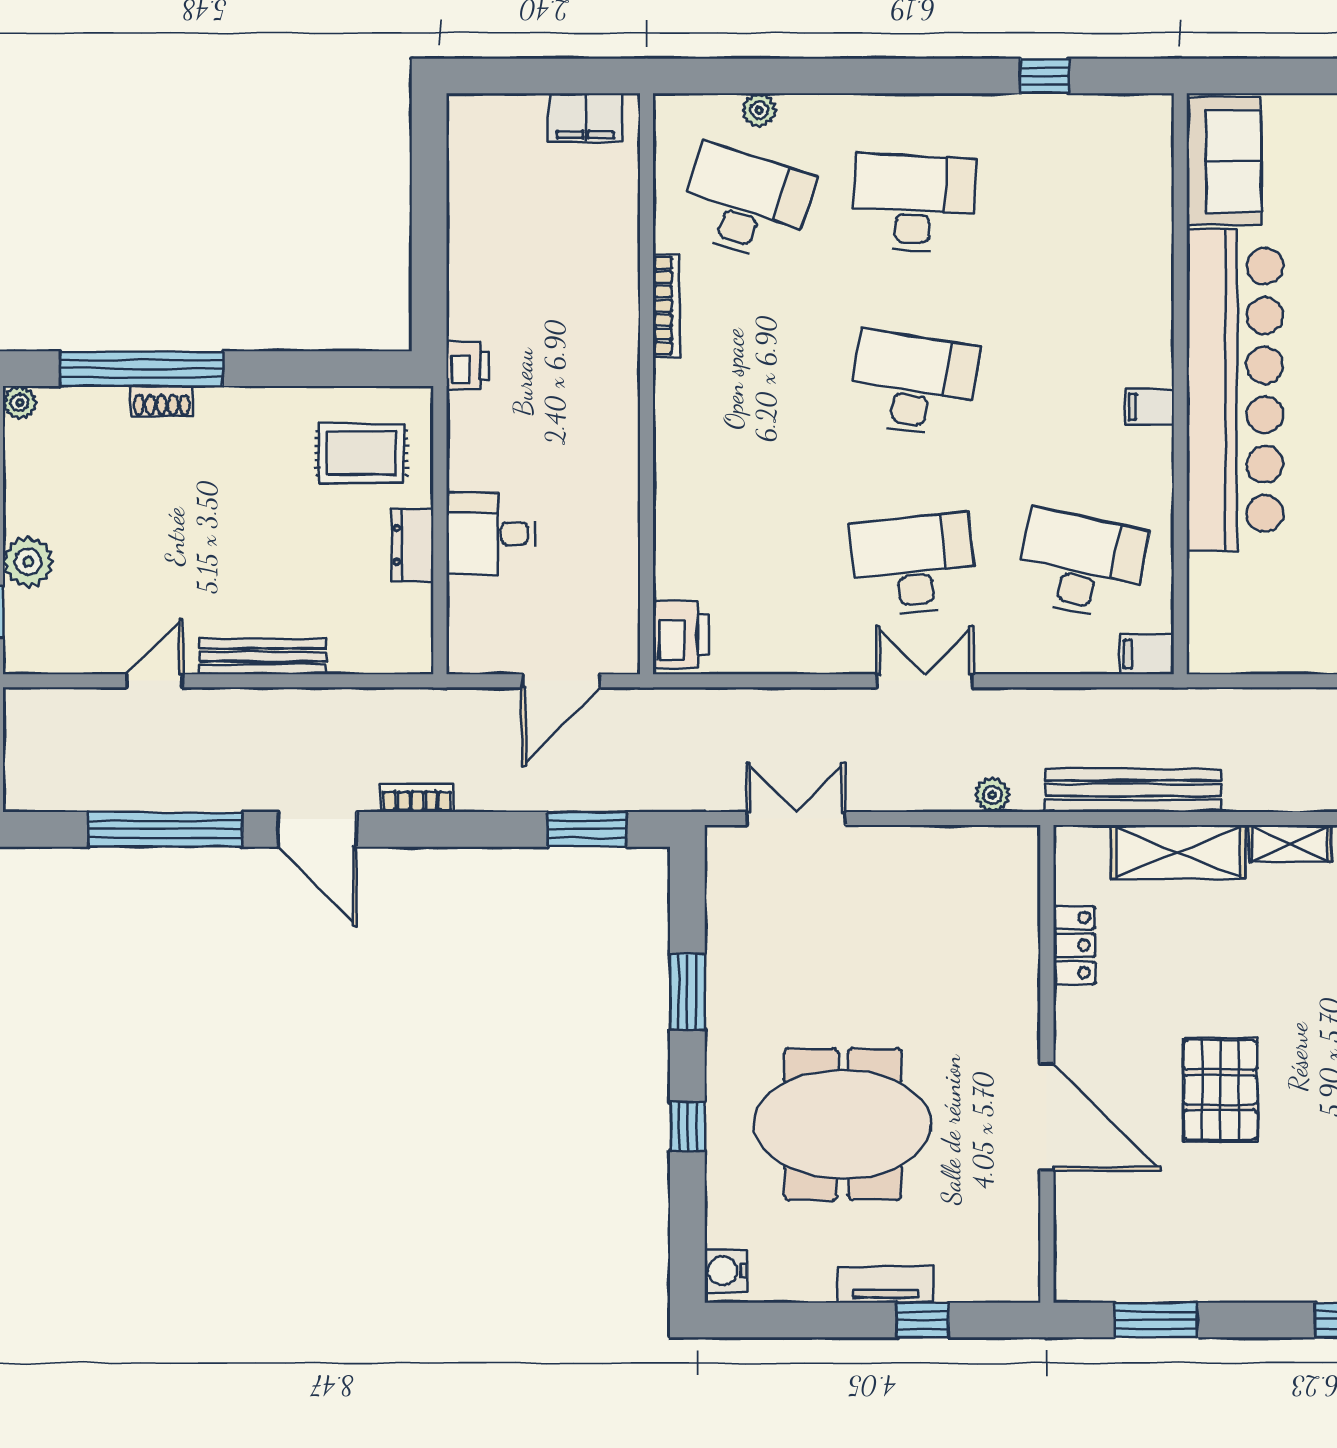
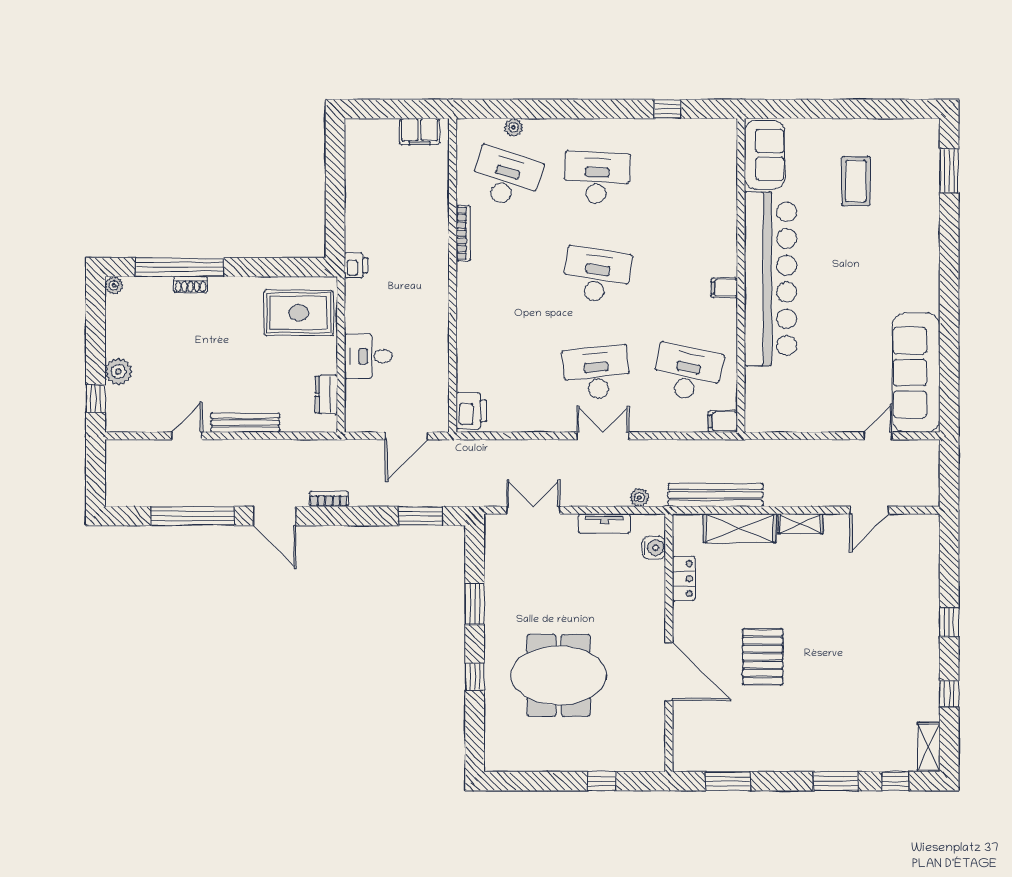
rug: (362, 453) -> (299, 313), width x1.36, depth x1.43
dresser: (413, 545) -> (326, 395), moved
water cooler: (726, 1271) -> (654, 548), moved, turned 180
tv unit: (885, 1285) -> (604, 524), moved, turned 180

